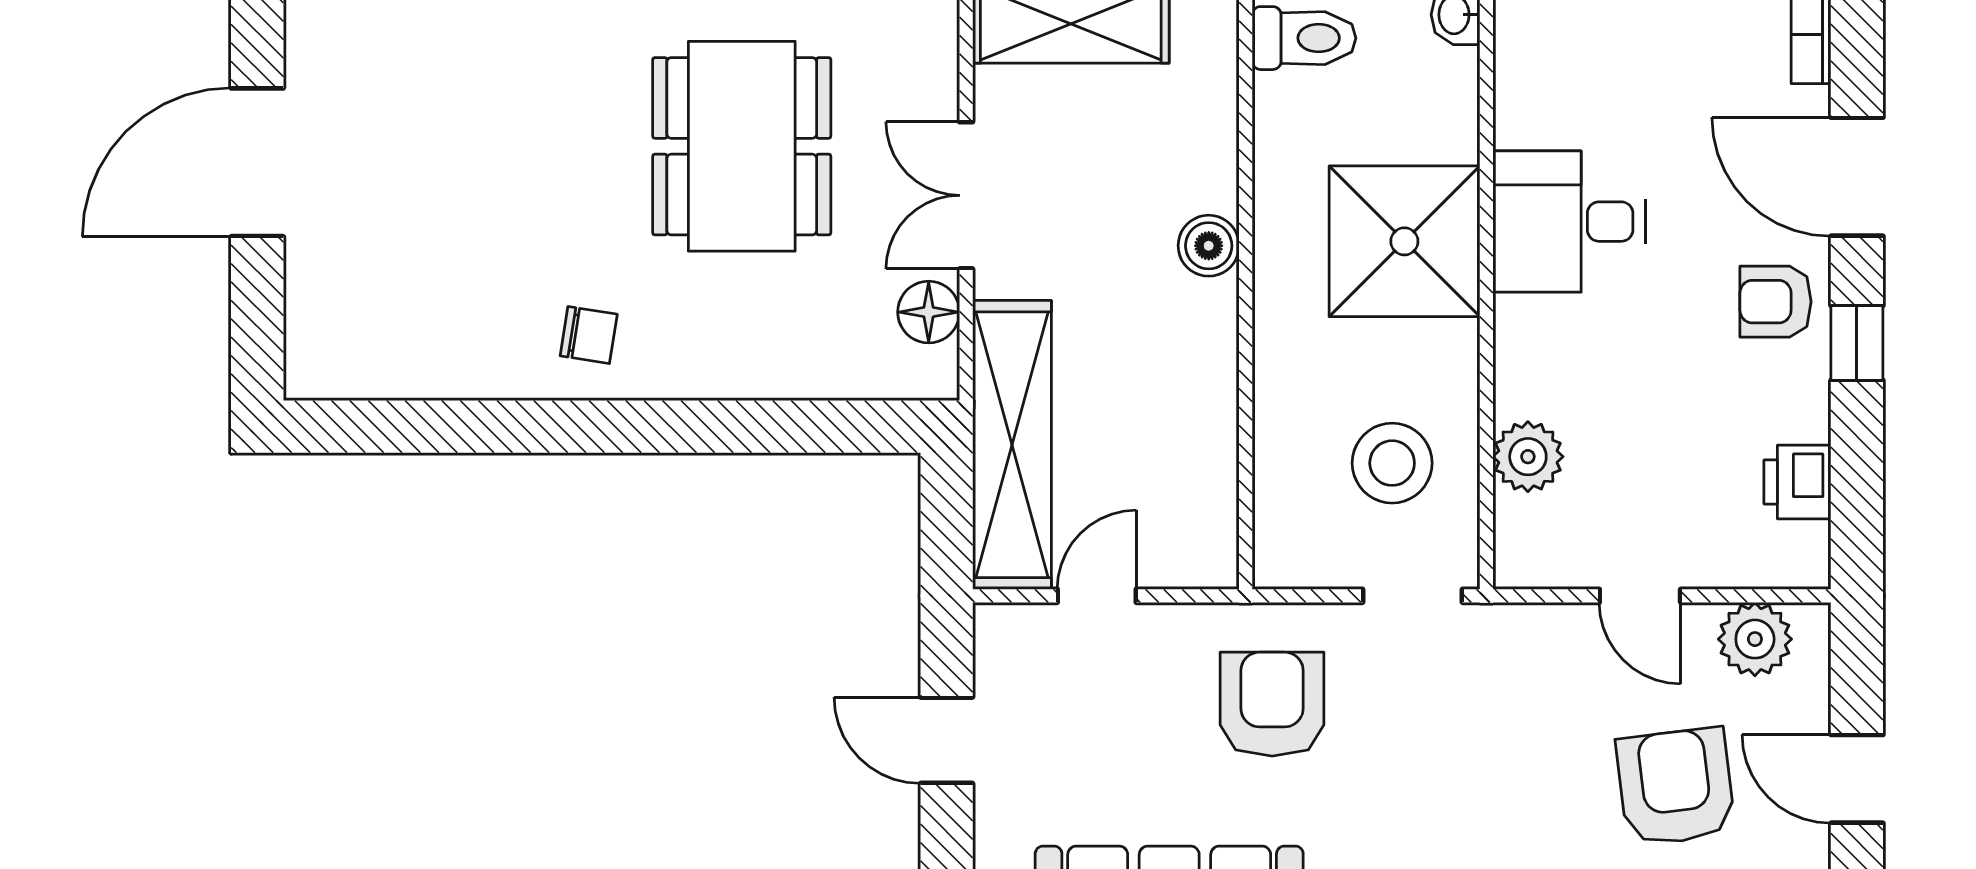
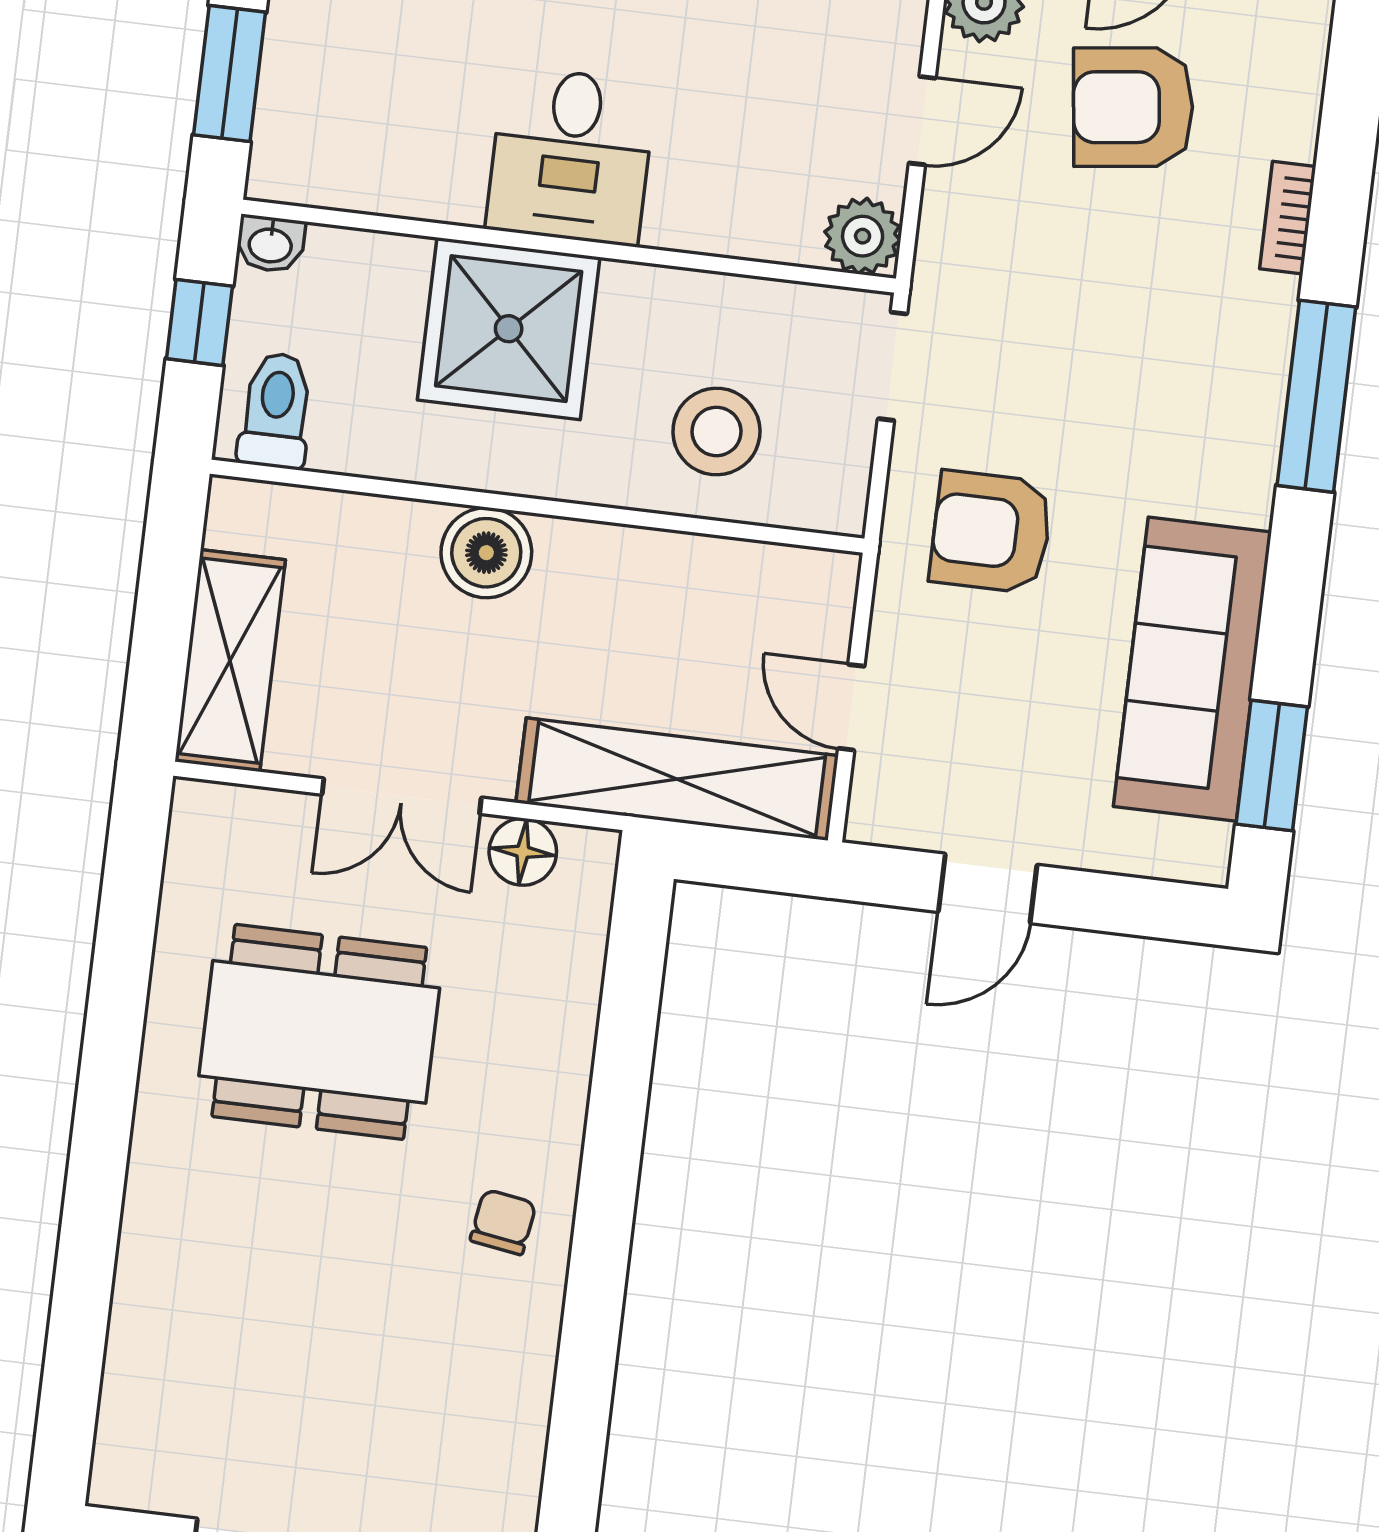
desk: (1569, 222) -> (571, 156), moved
boiler: (1209, 246) -> (486, 553), width x1.36, depth x1.36
plant: (1528, 457) -> (863, 236), moved
stool: (1392, 463) -> (716, 431), moved

